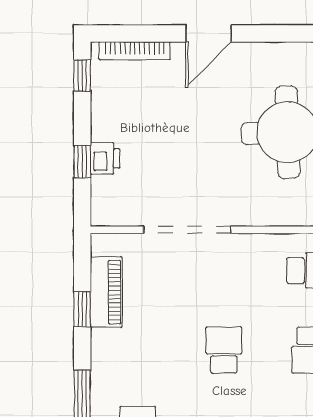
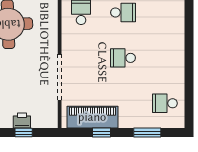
piano: (106, 292) -> (92, 117), width x1.37, depth x1.33

